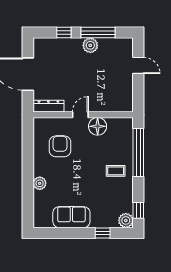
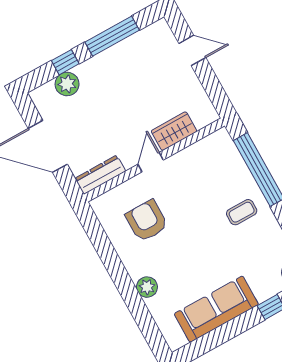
plant: (90, 45) -> (67, 84), moved
wardrobe: (103, 105) -> (174, 131), added
floor lamp: (98, 126) -> (183, 165), removed
sofa: (71, 217) -> (216, 309), width x1.36

